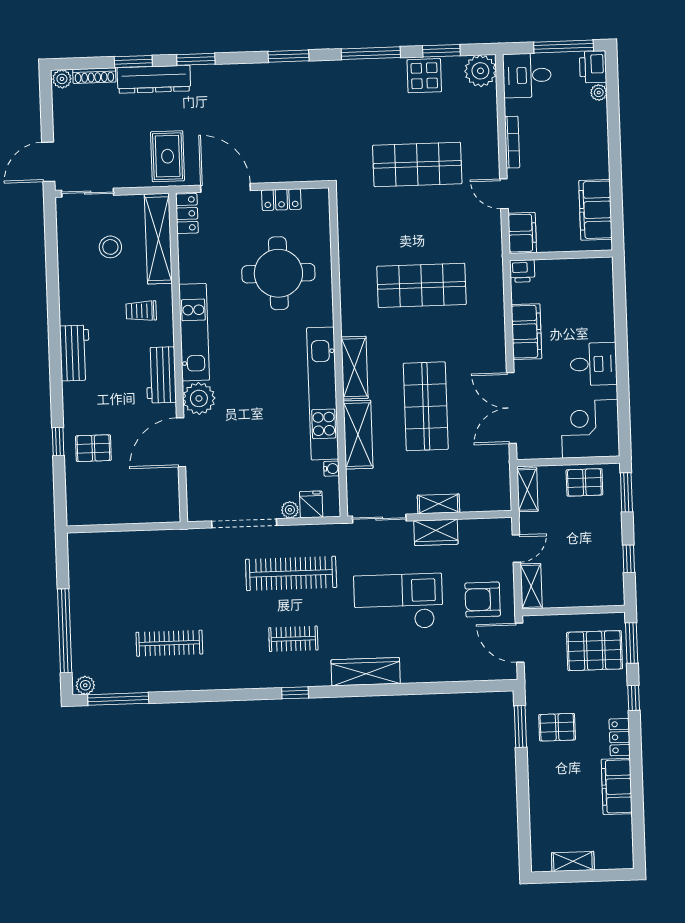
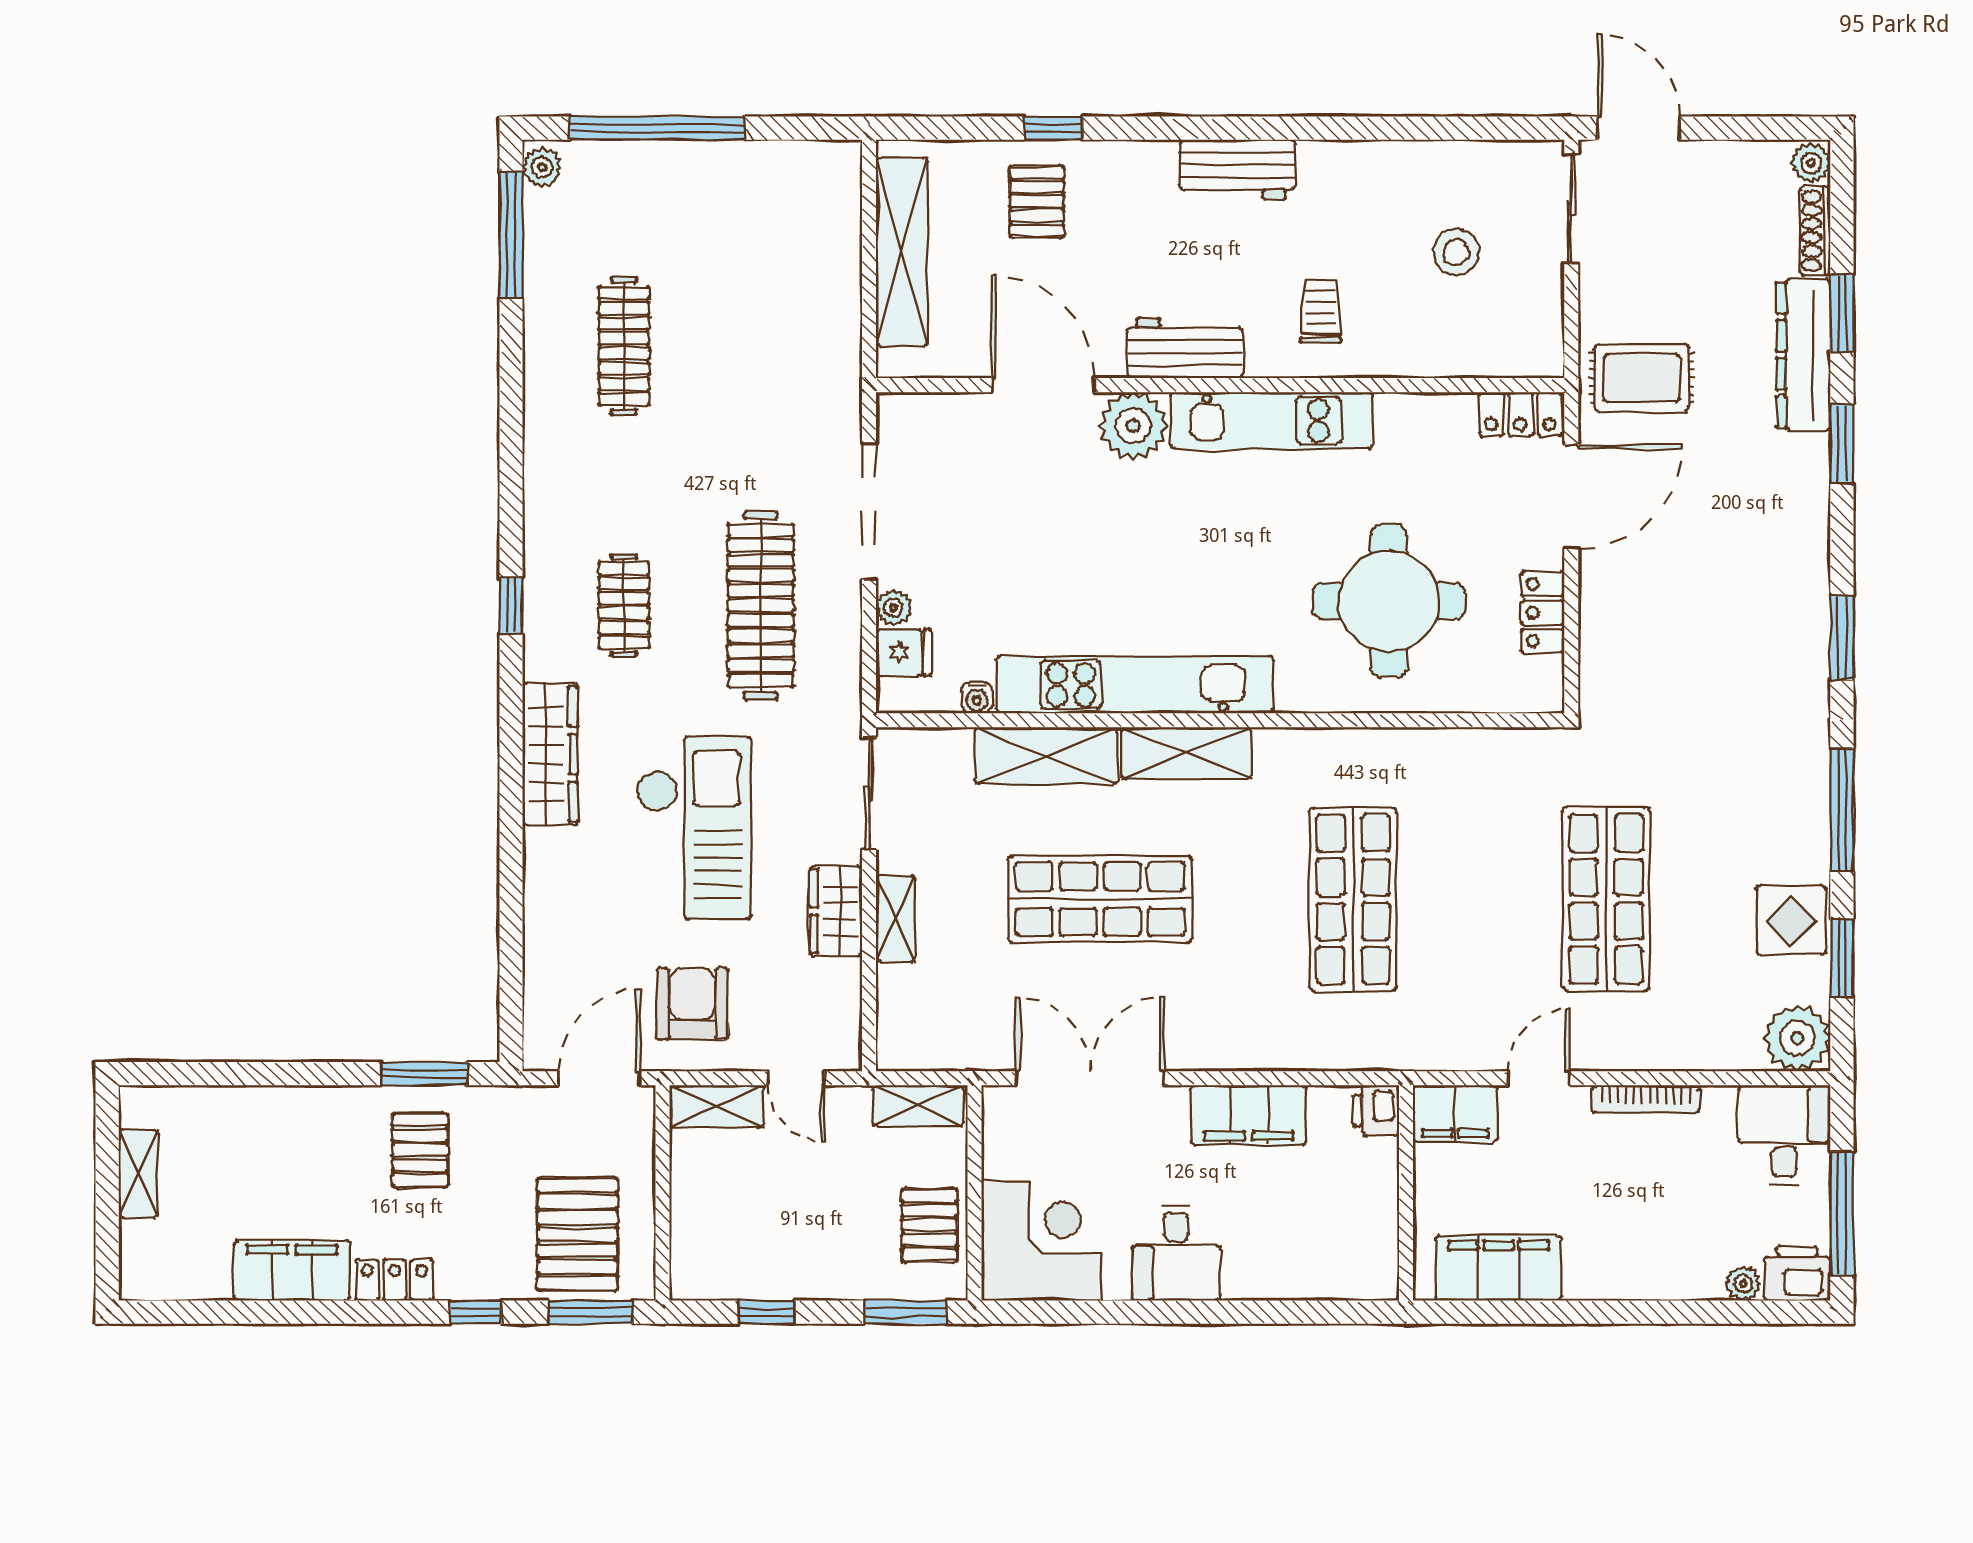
shelving: (158, 239) -> (902, 252), moved, turned 90

